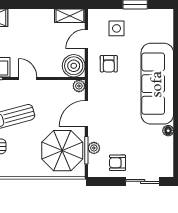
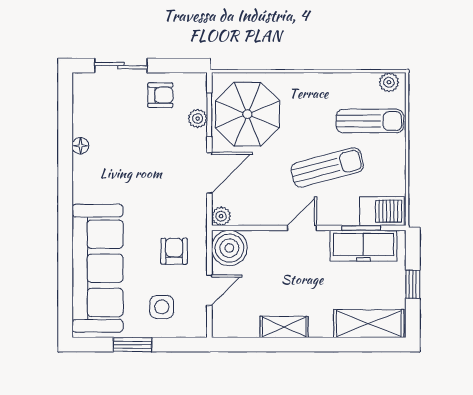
shelving: (70, 16) -> (284, 327), moved
door: (28, 78) -> (302, 228), swing flipped
sofa: (157, 84) -> (98, 268), moved

